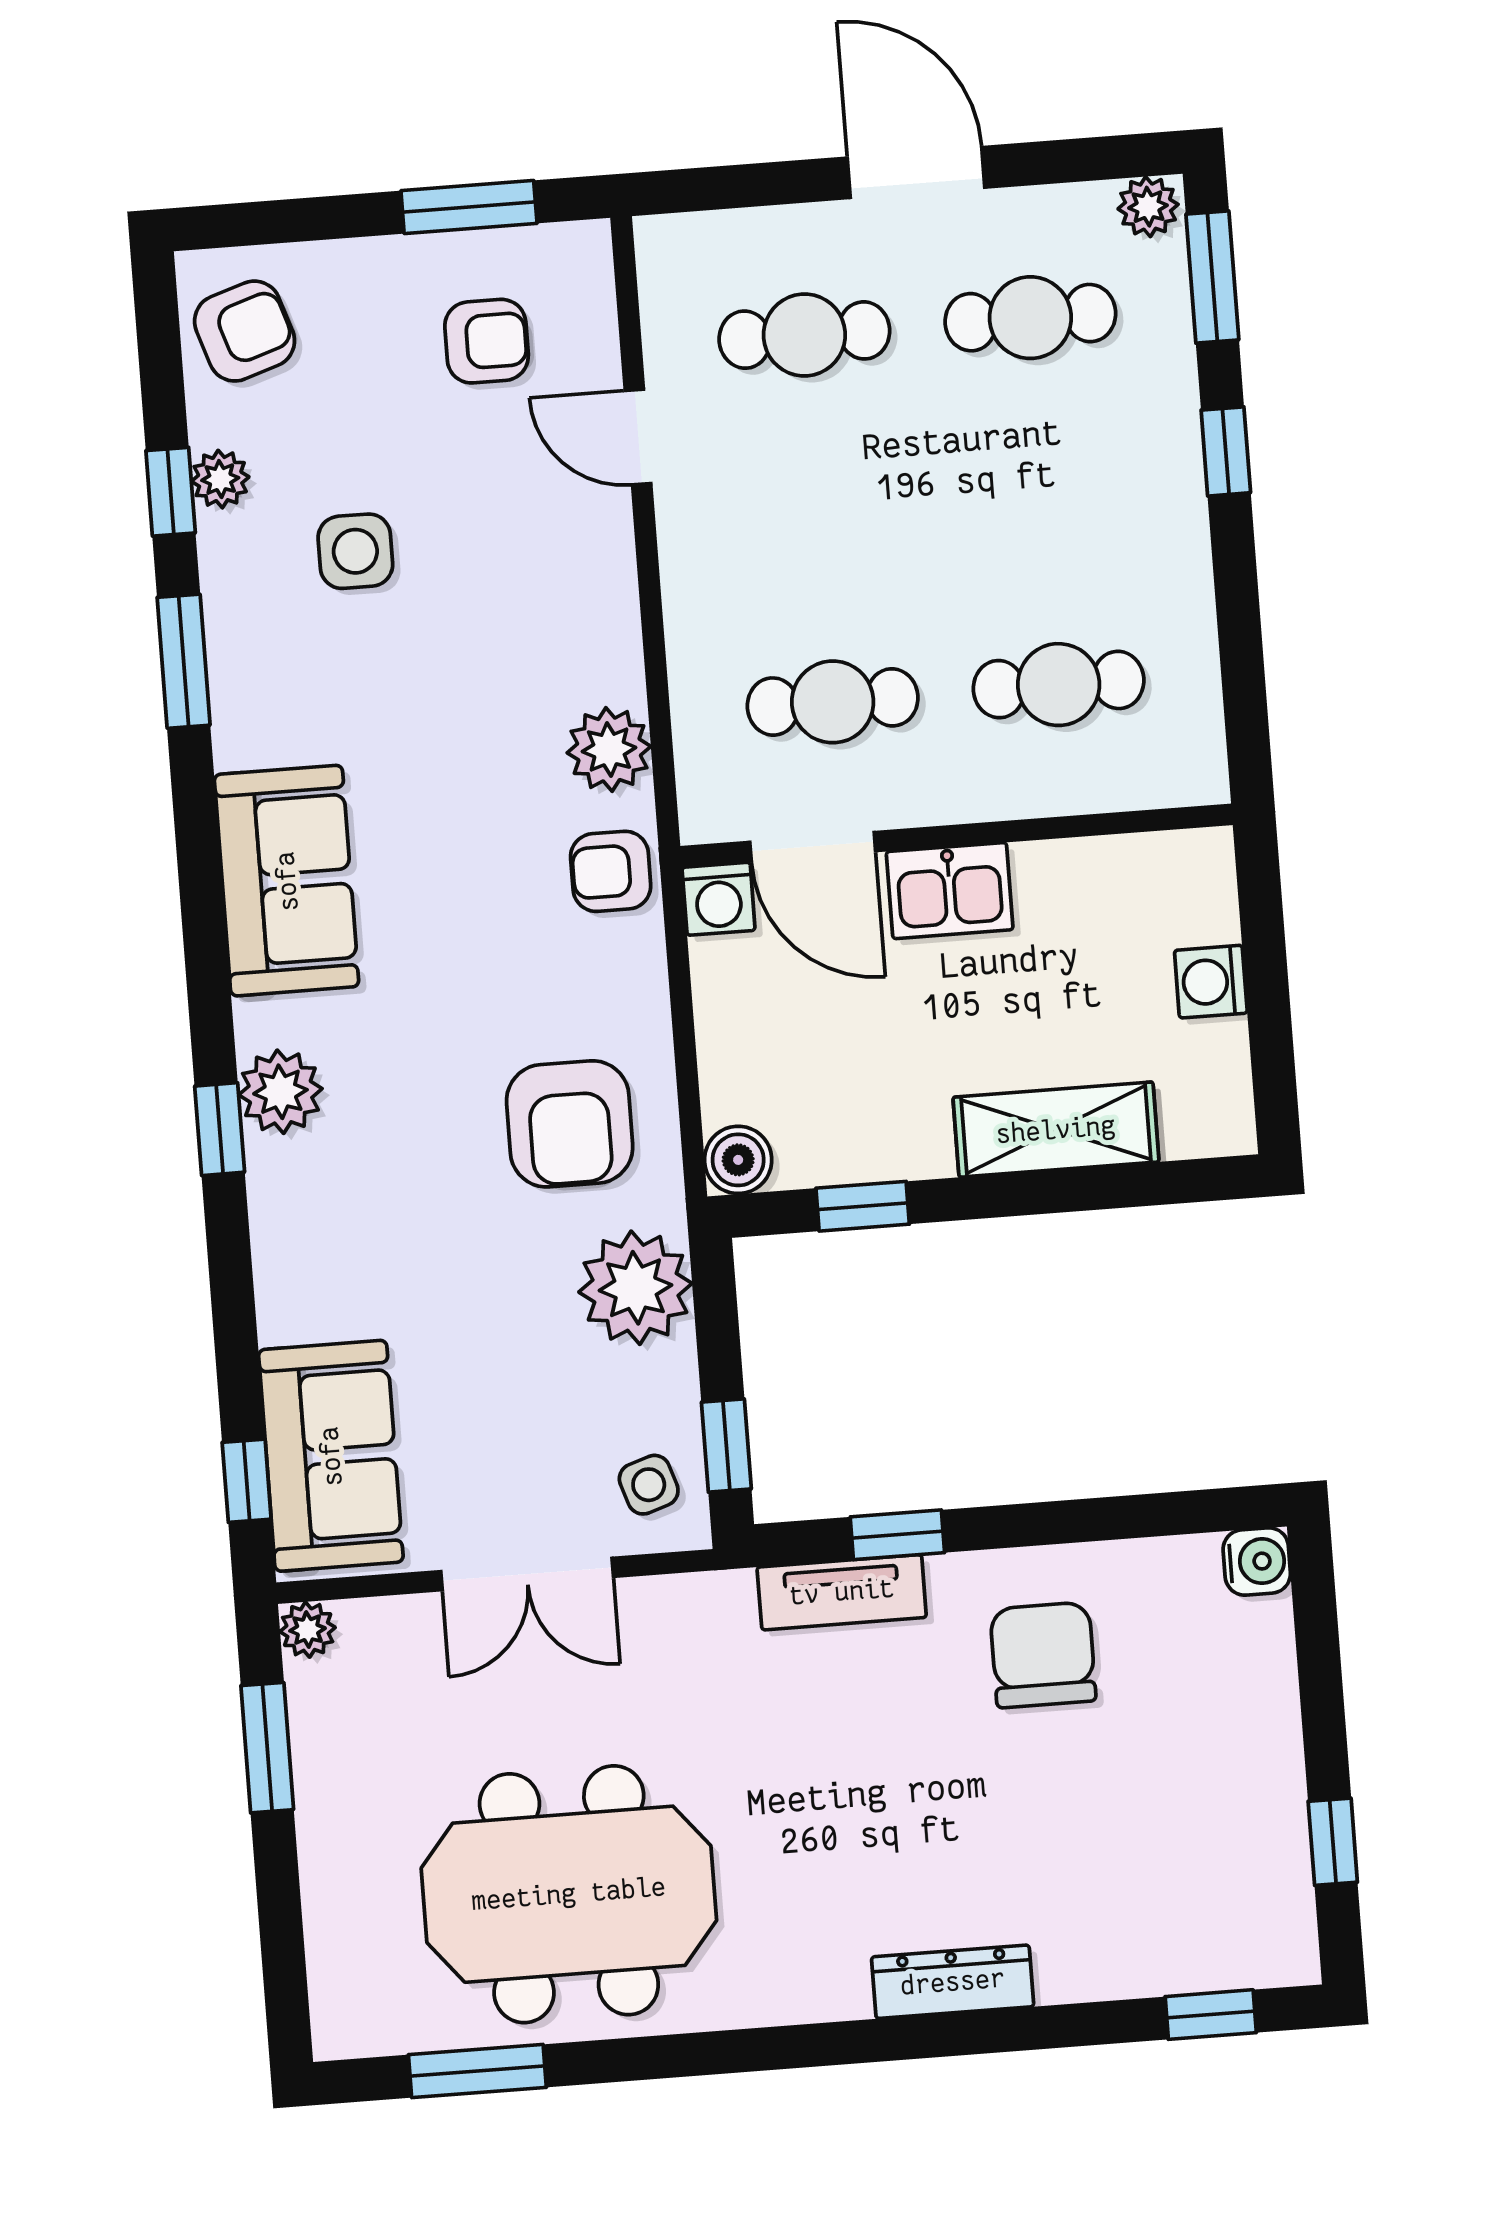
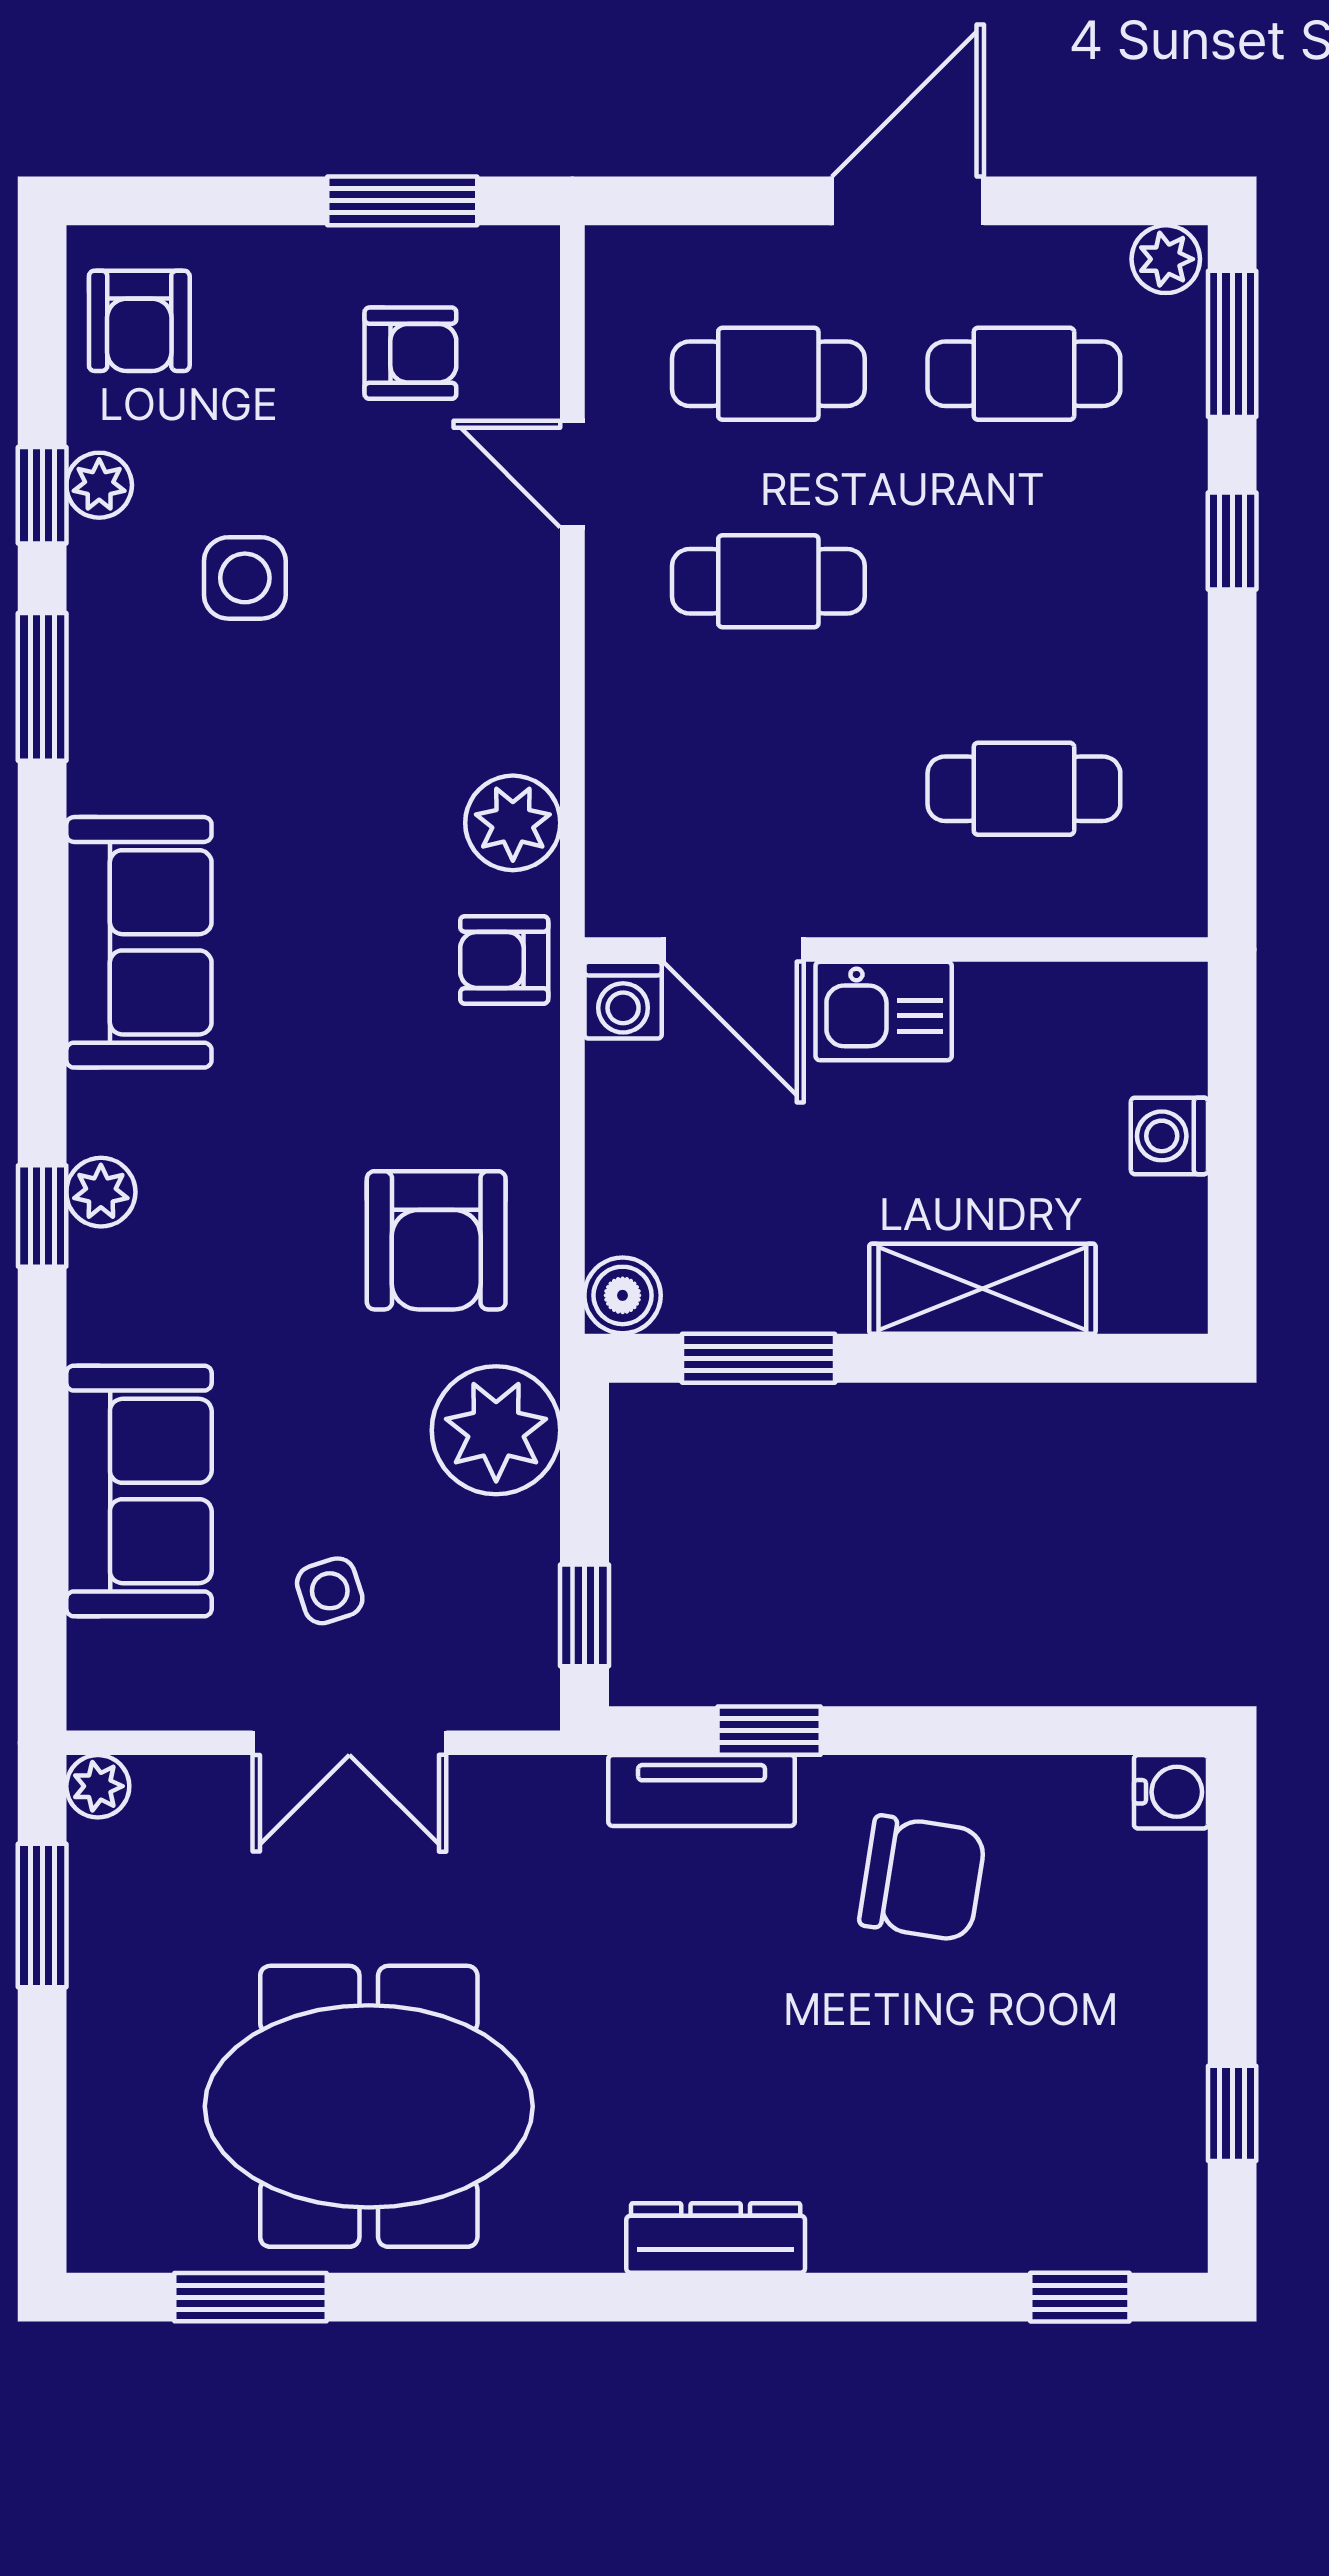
door: (916, 173) -> (908, 201), hinge flipped
armchair: (245, 331) -> (139, 321), turned 108
cafe table: (833, 702) -> (768, 581), moved
plant: (280, 1092) -> (101, 1192), width x0.73, depth x0.73
window: (863, 1206) -> (758, 1358), width x1.50
sofa: (331, 1456) -> (139, 1491), moved
window: (247, 1481) -> (42, 1614), removed
side table: (649, 1485) -> (330, 1591), moved
chair: (1043, 1655) -> (922, 1878), turned 99
dresser: (953, 1982) -> (716, 2238), moved

